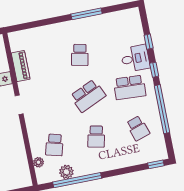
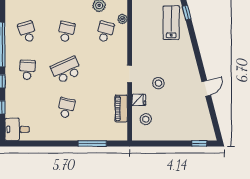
window: (86, 14) -> (92, 143), moved
desk: (135, 58) -> (17, 129), moved
school desk: (130, 87) -> (27, 70), width x0.54

